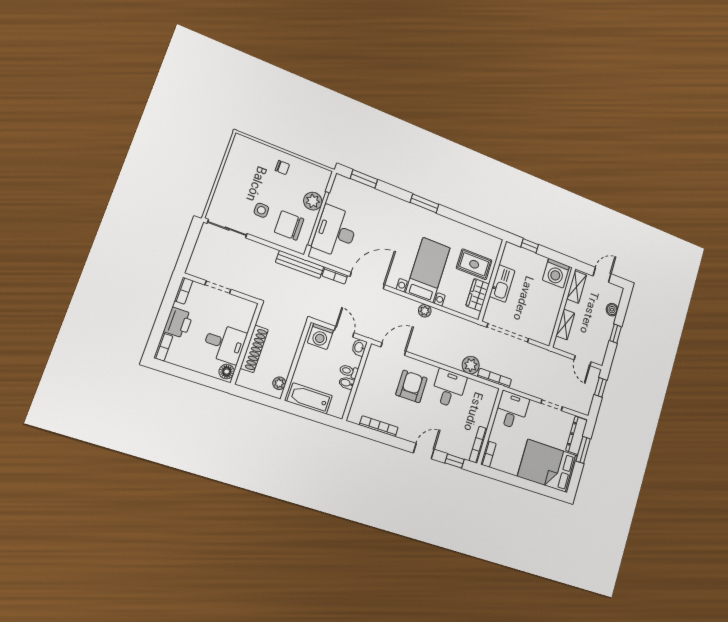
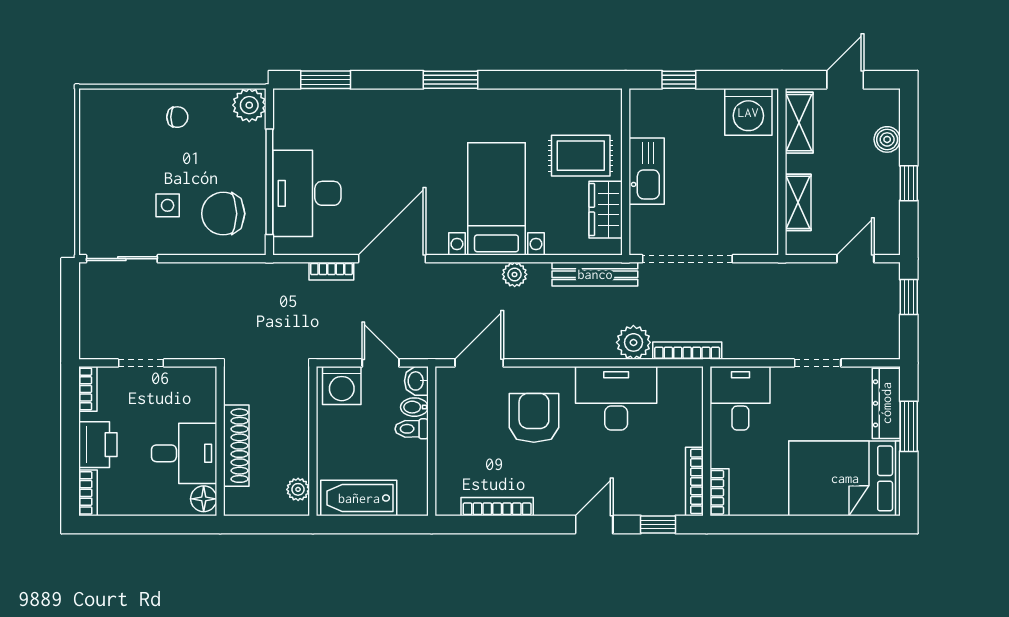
plant: (313, 201) -> (249, 105), moved
bench: (300, 264) -> (595, 274), moved
door: (583, 361) -> (855, 259), swing flipped
bidet: (346, 383) -> (414, 407), moved
desk: (449, 388) -> (616, 398), width x1.37

